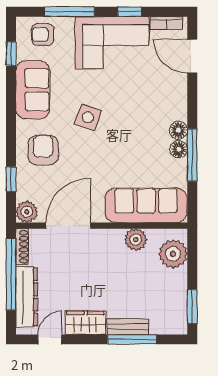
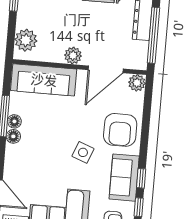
armchair: (43, 150) -> (120, 130), width x1.36, depth x1.36
window: (11, 179) -> (141, 178), moved
plant: (136, 240) -> (73, 55), moved
shoe rack: (22, 247) -> (143, 56), removed

